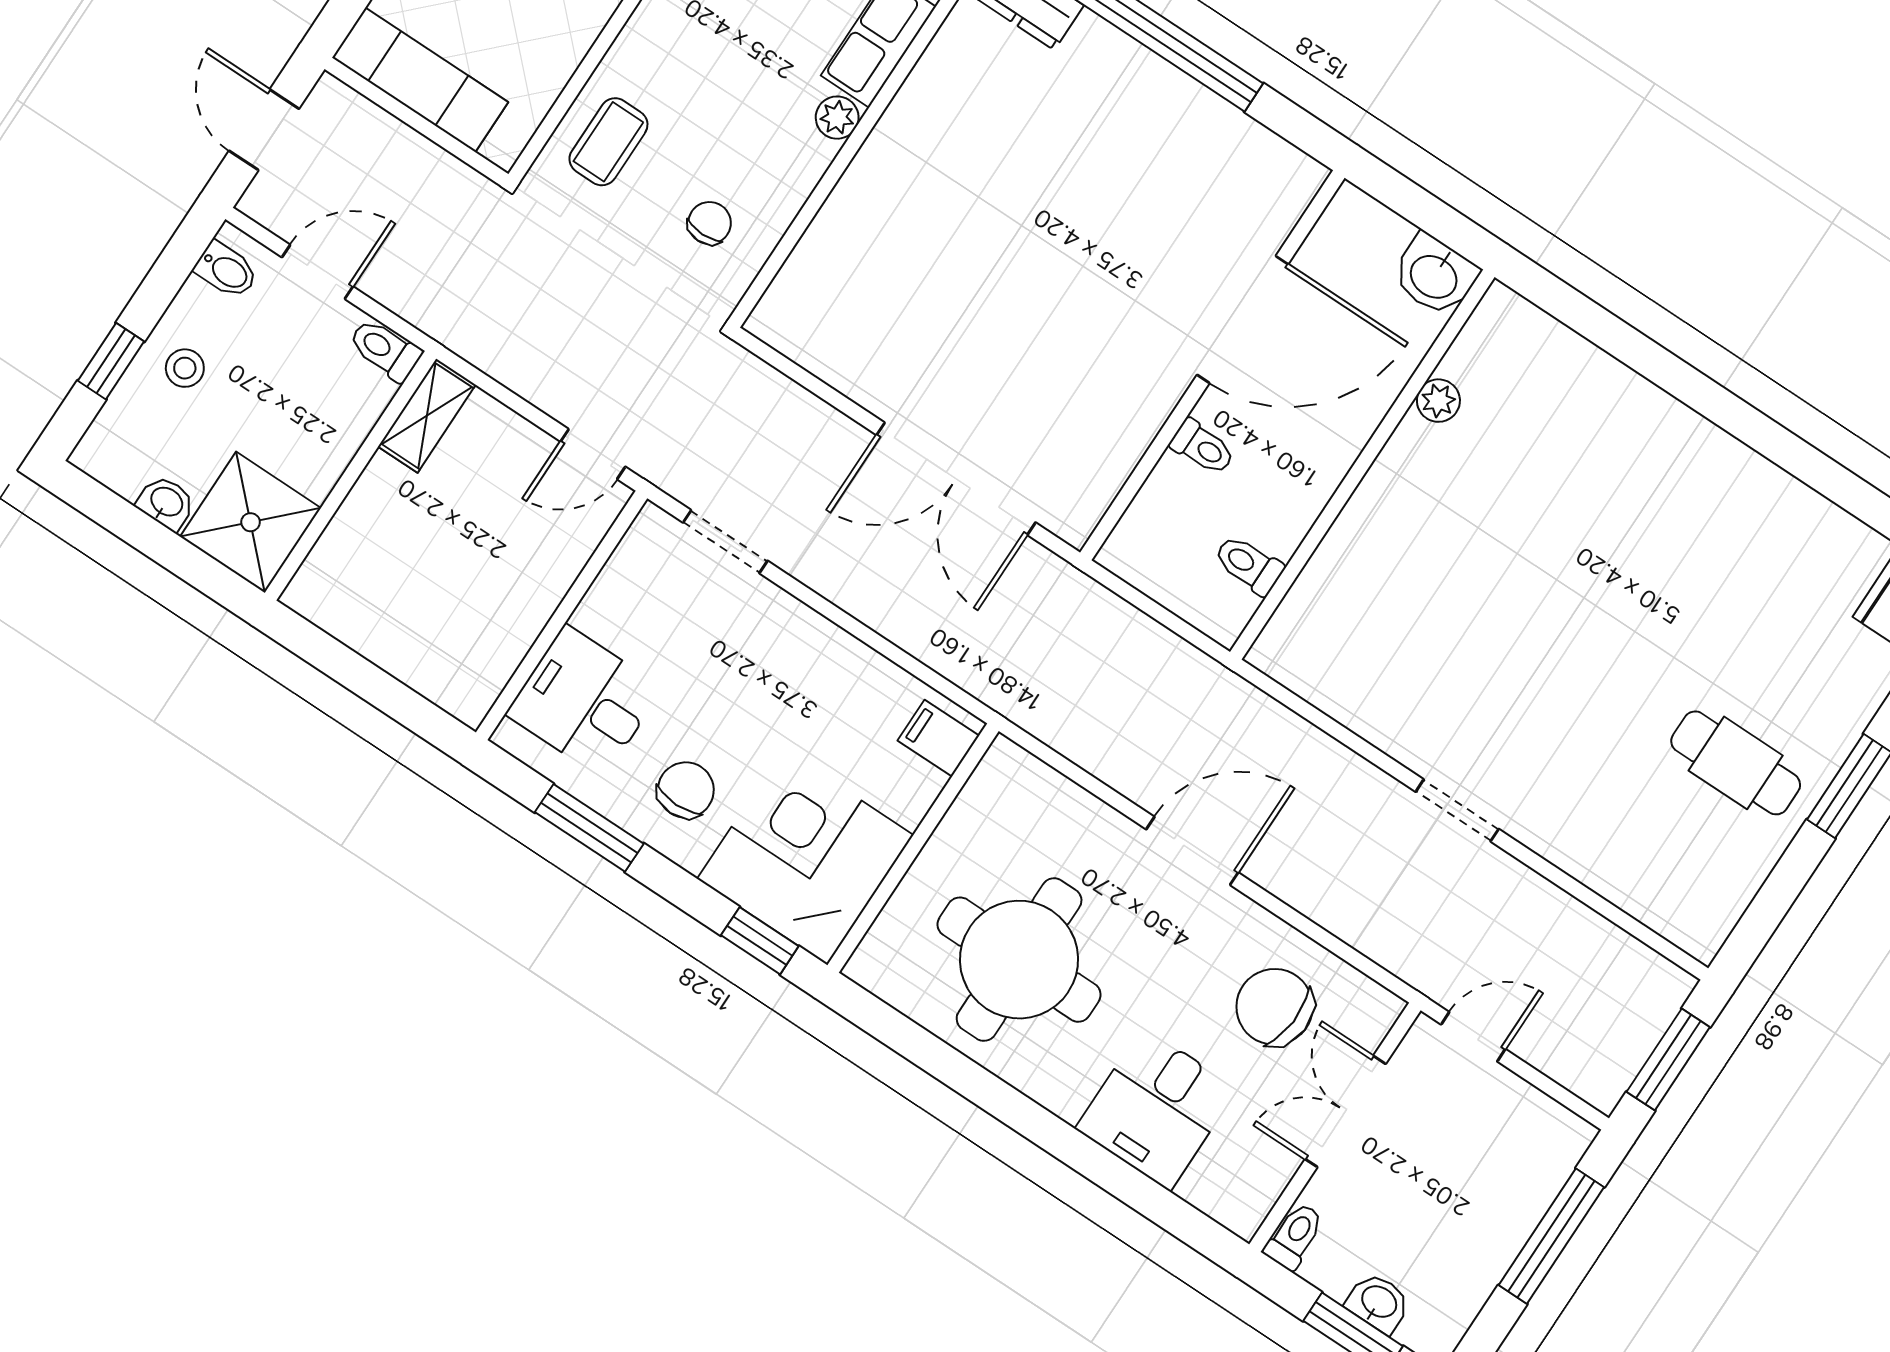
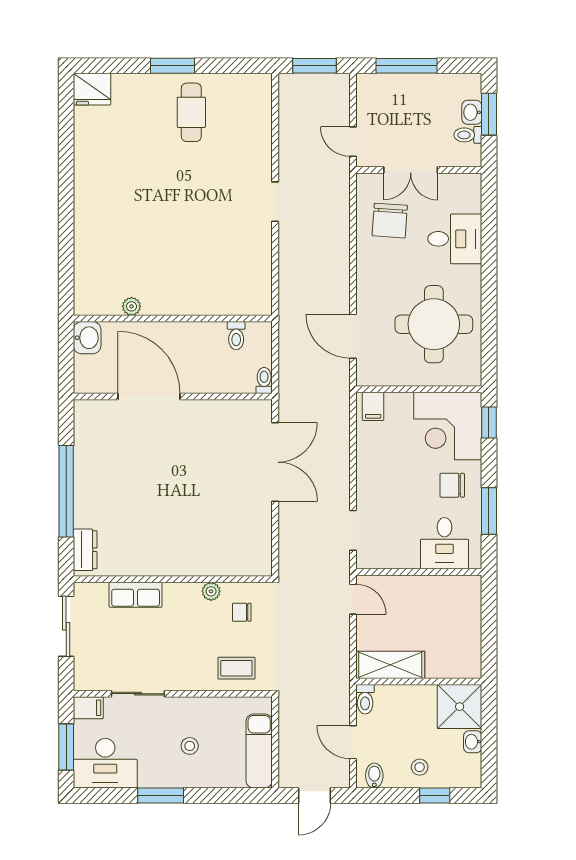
plant: (837, 118) -> (211, 591), moved
shelving: (427, 416) -> (390, 665), width x1.50, depth x1.33
toilet: (1203, 447) -> (264, 380), moved
door: (1192, 851) -> (353, 336), moved
toilet: (1294, 1236) -> (468, 135), moved

